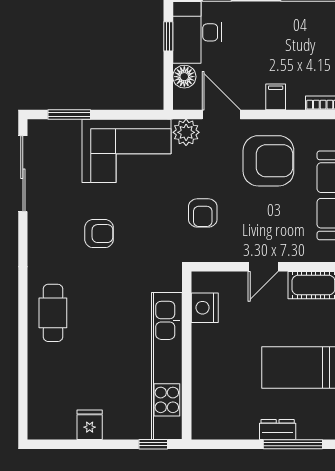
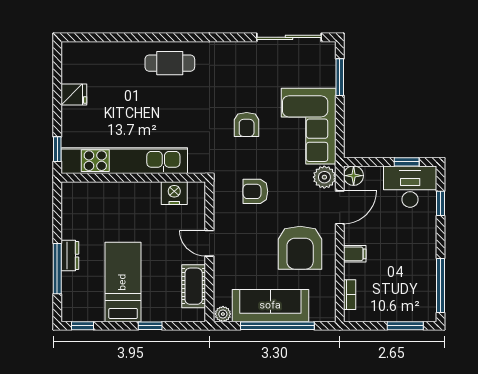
floor lamp: (184, 77) -> (354, 176), moved
armchair: (99, 234) -> (247, 125), moved

